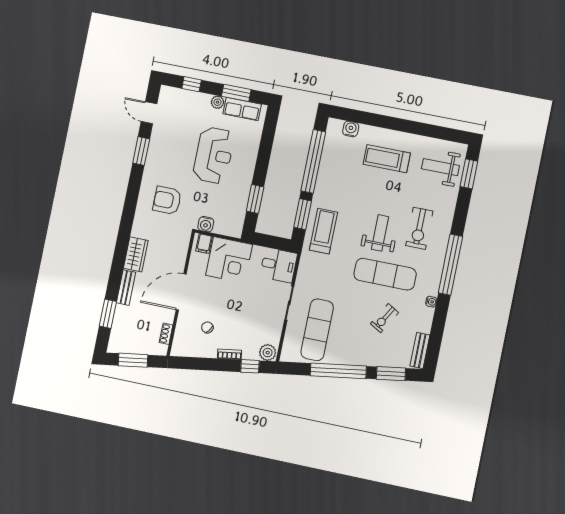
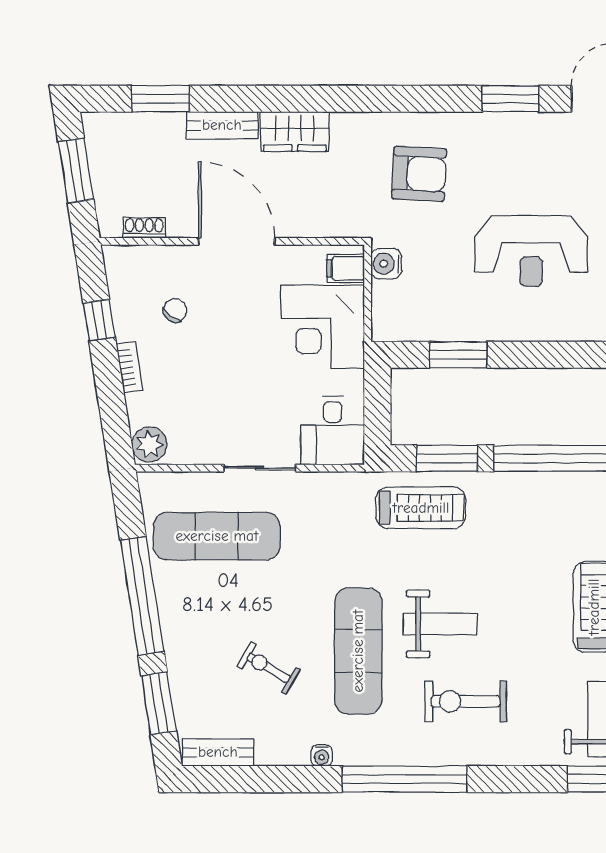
armchair: (167, 200) -> (419, 174), turned 93
window: (250, 366) -> (99, 320), moved

